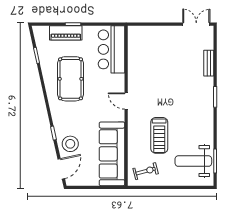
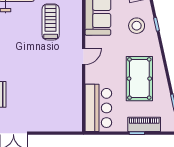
door: (126, 101) -> (84, 56), hinge flipped
stool: (70, 144) -> (137, 26), moved

